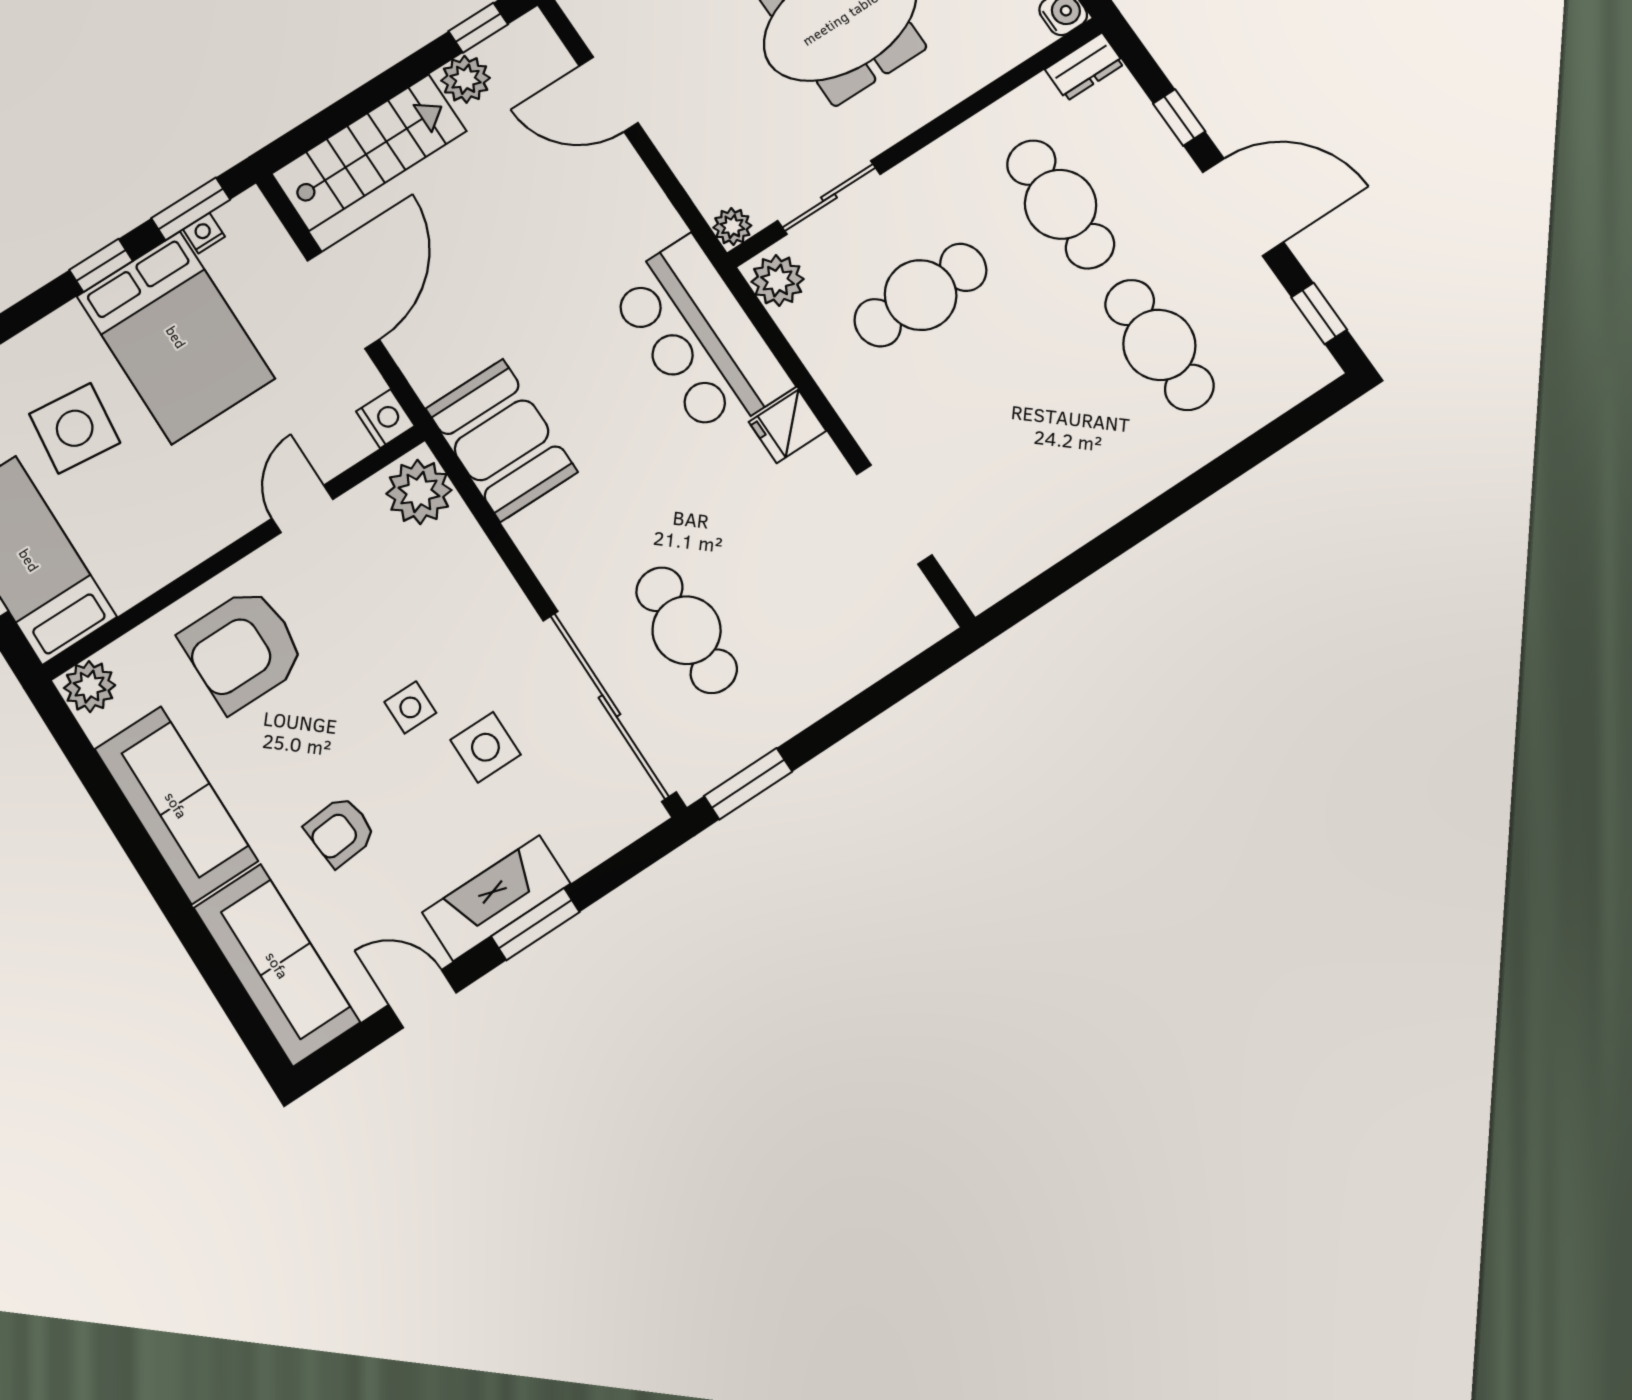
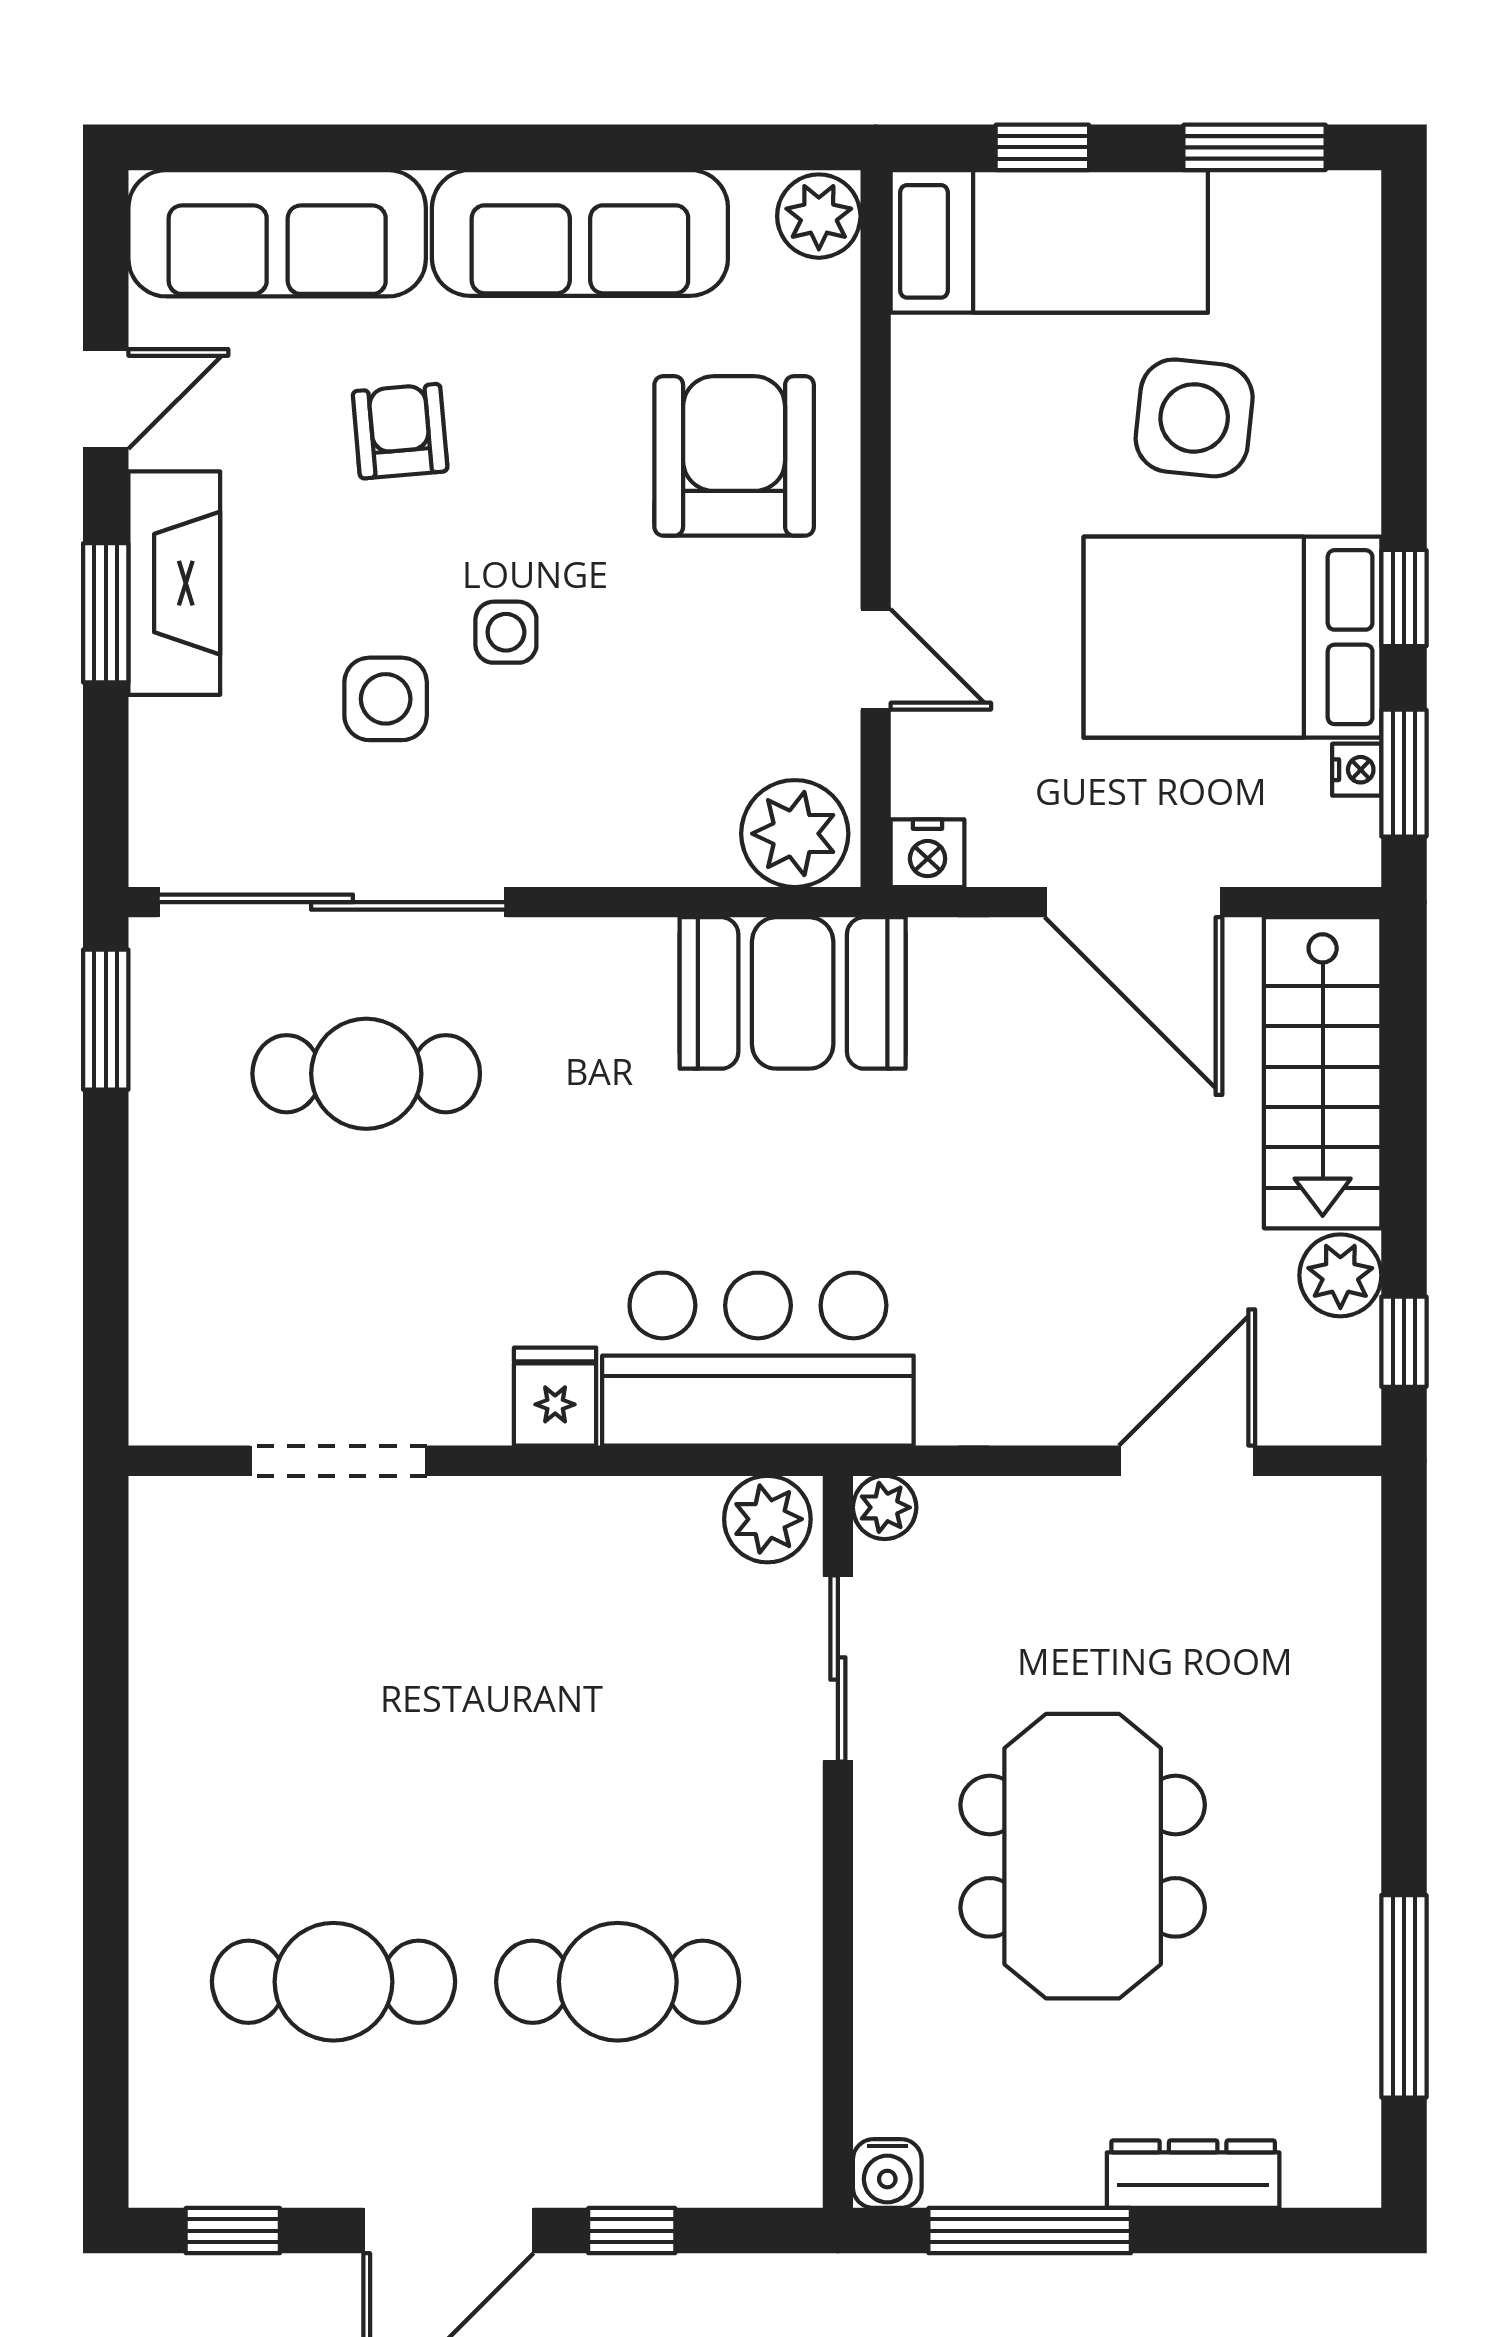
dresser: (1085, 67) -> (790, 2150), removed
cafe table: (921, 295) -> (618, 1702), removed

